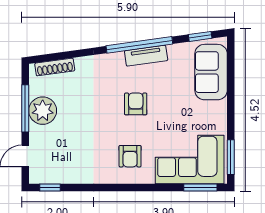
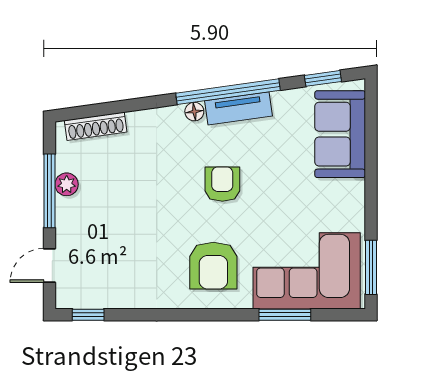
floor lamp: (118, 58) -> (194, 112), added
plant: (43, 111) -> (67, 184), width x0.53, depth x0.53
armchair: (130, 156) -> (213, 266), width x1.38, depth x1.38
window: (200, 187) -> (285, 315), moved

